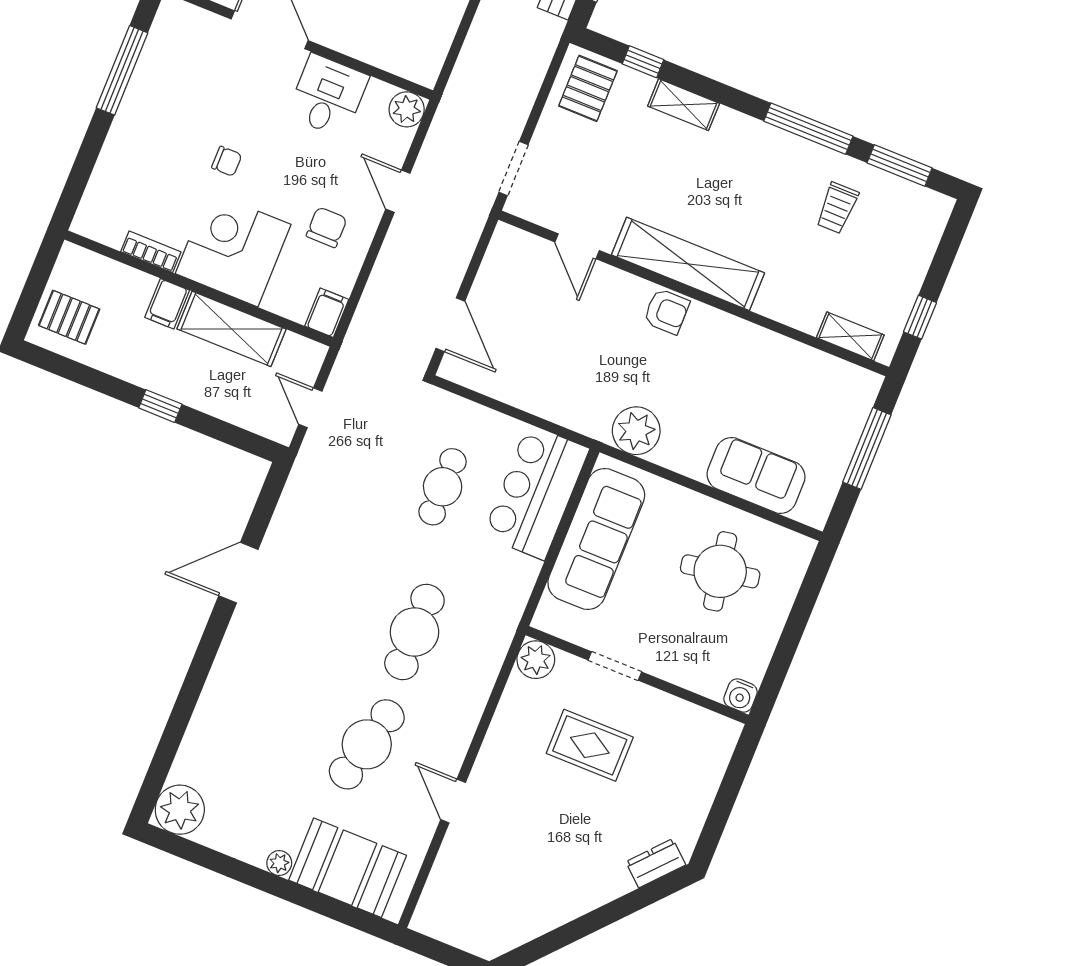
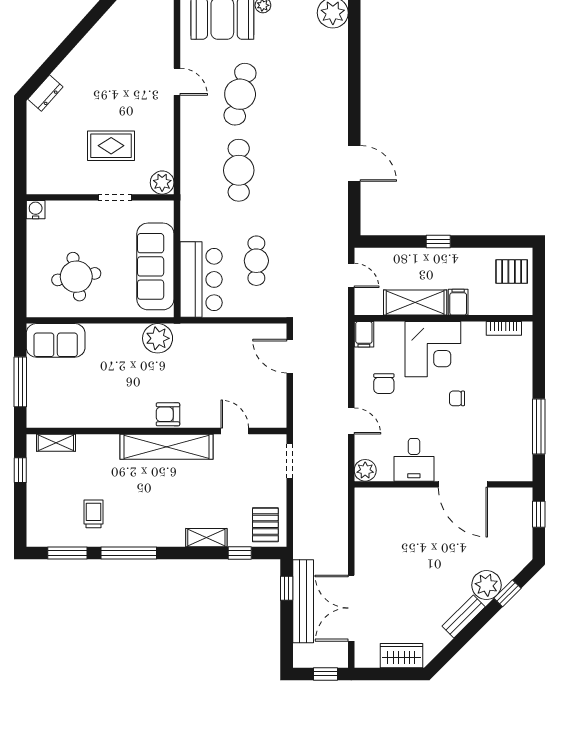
bookcase: (151, 252) -> (504, 328), moved
sofa: (756, 475) -> (56, 340), moved
door: (238, 573) -> (354, 163), hinge flipped

